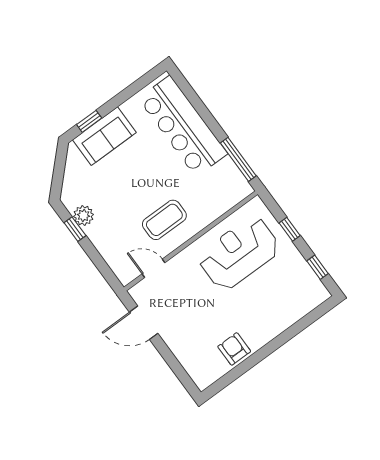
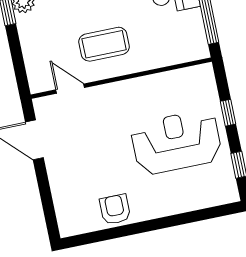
reception desk: (239, 253) -> (176, 142), moved

